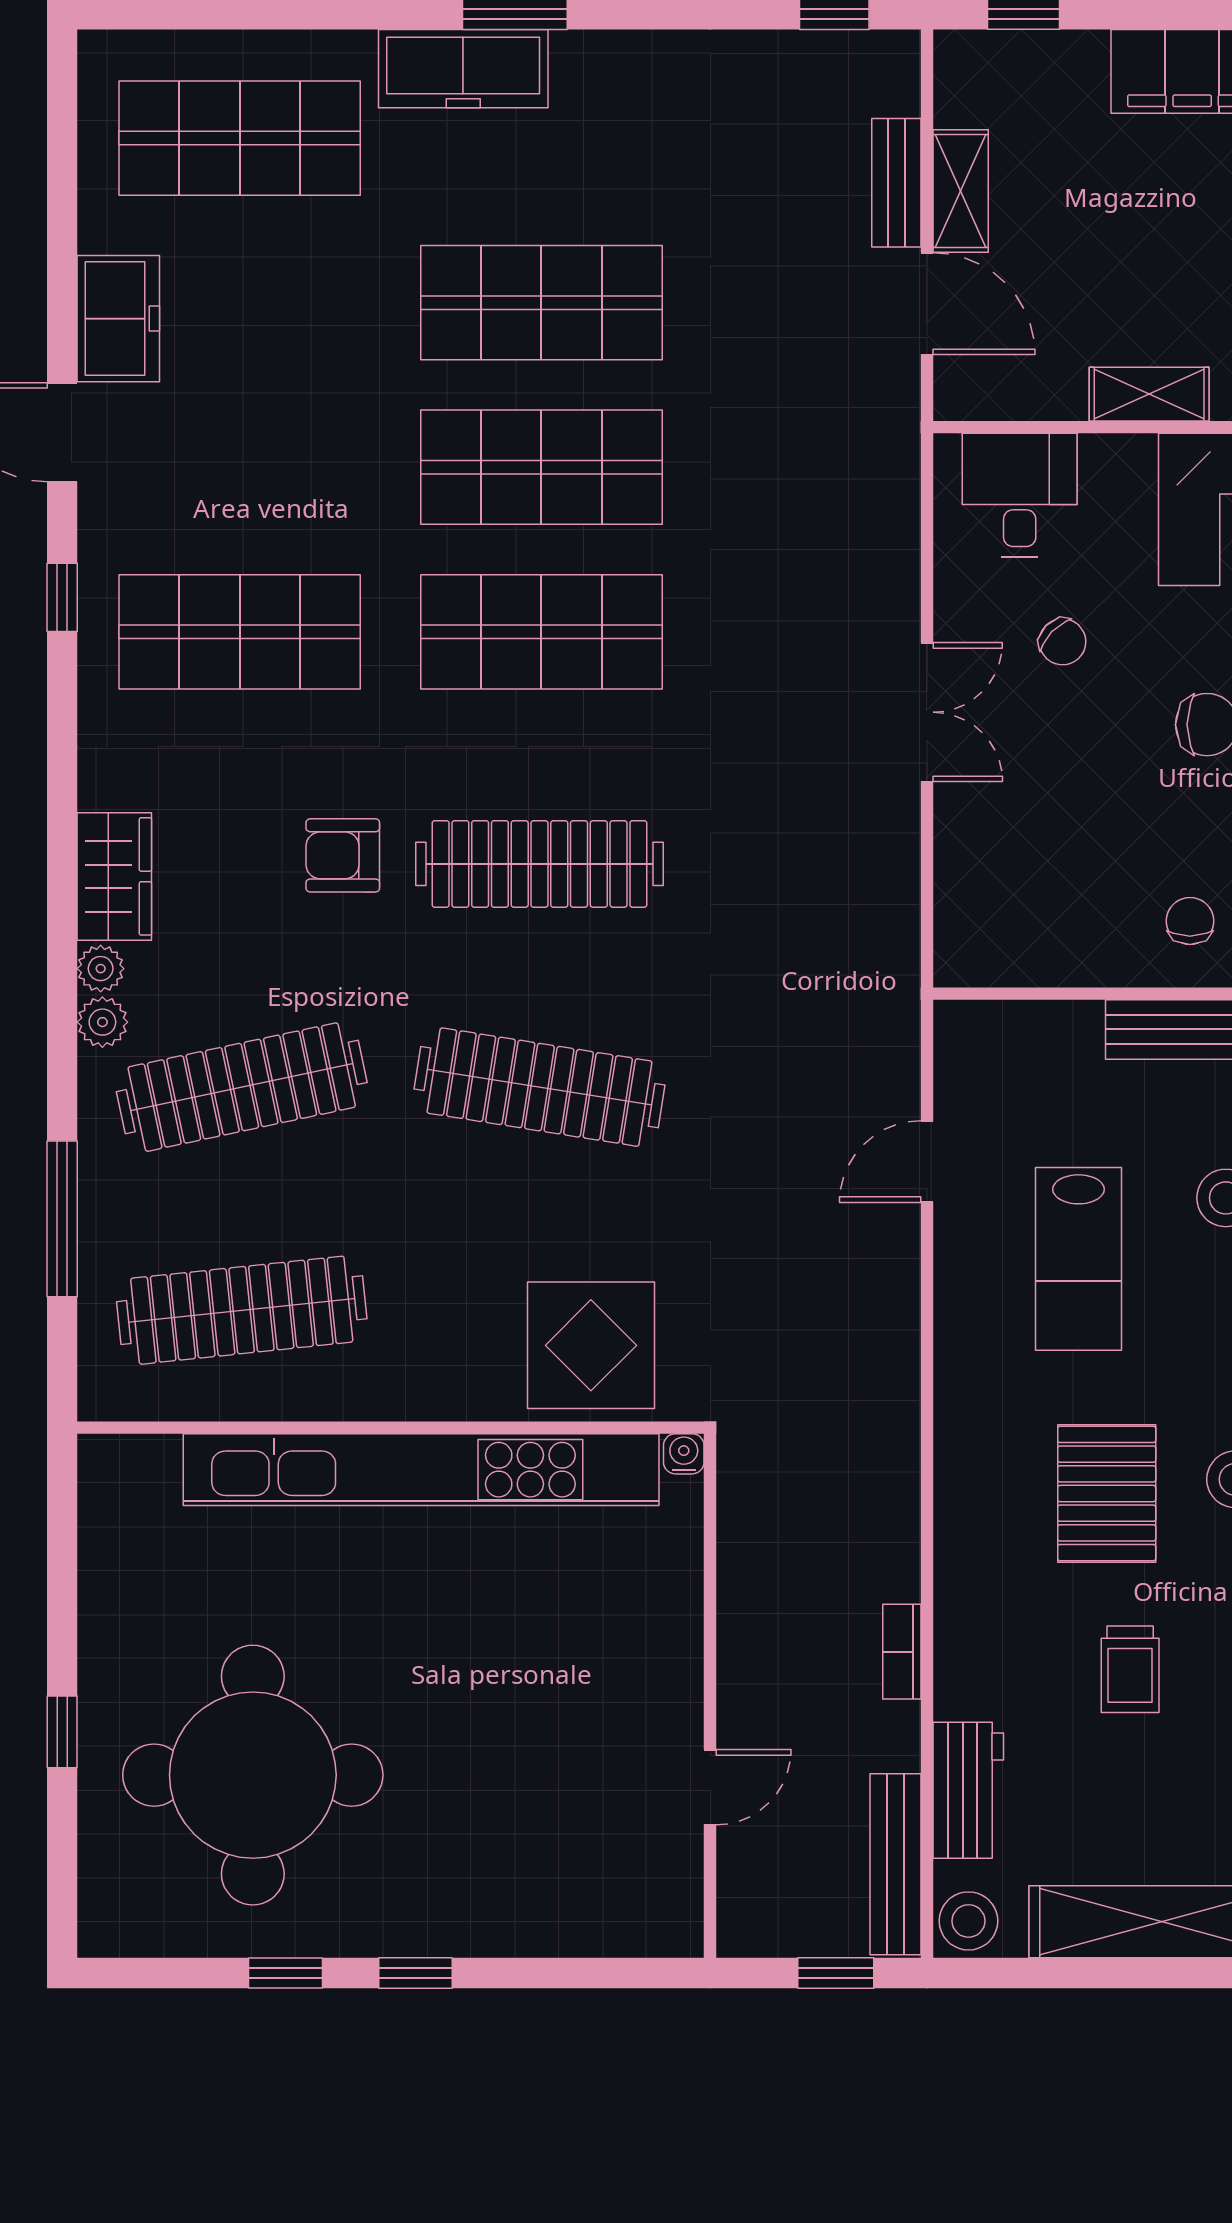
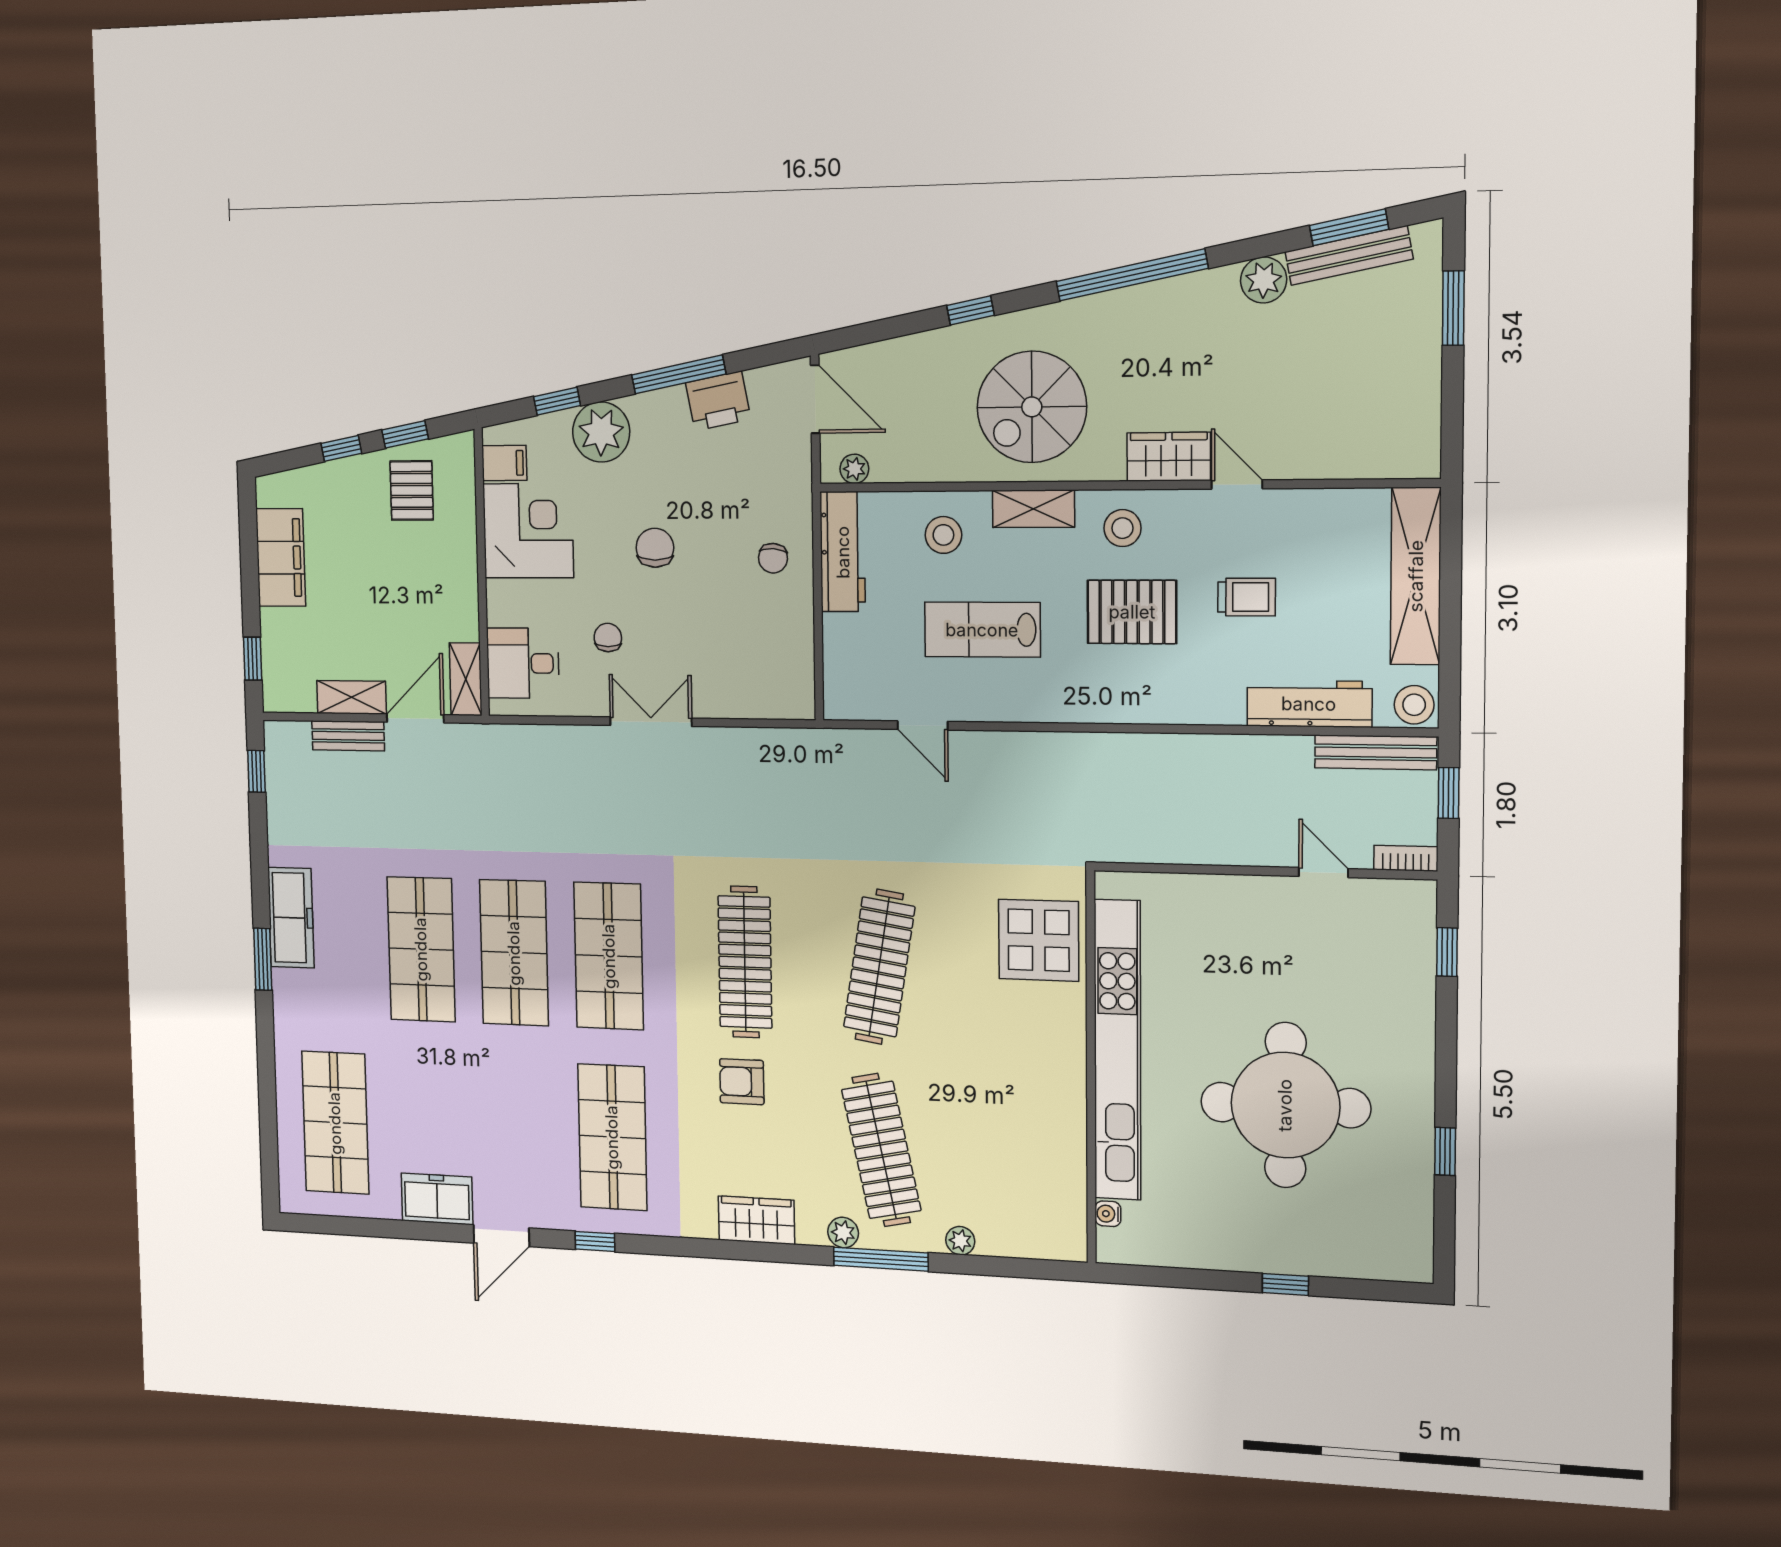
freezer: (463, 69) -> (291, 918), moved
shelving: (1149, 394) -> (466, 679), moved
chair: (1063, 642) -> (608, 638), turned -44
armchair: (343, 855) -> (742, 1082), turned 90
chair: (1190, 921) -> (773, 558), turned -86
plant: (101, 969) -> (960, 1241), moved
window: (62, 1219) -> (881, 1259), moved
lab bench: (1078, 1259) -> (982, 630), turned 180
clothes rail: (242, 1310) -> (1018, 1157), removed
water cooler: (684, 1454) -> (1108, 1214), moved
bookcase: (902, 1652) -> (1406, 858), moved, turned 180
round table: (253, 1775) -> (1285, 1105), moved
workbench: (968, 1790) -> (1309, 704), width x1.38
window: (416, 1973) -> (1447, 952), moved

